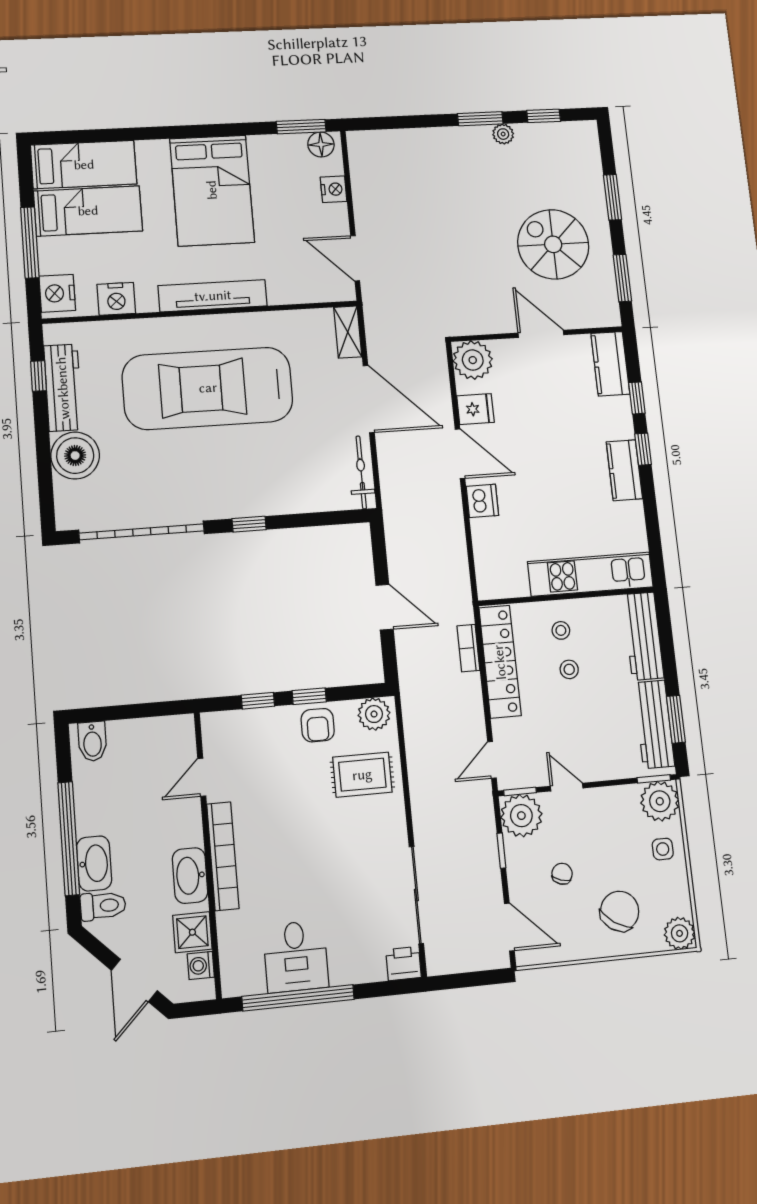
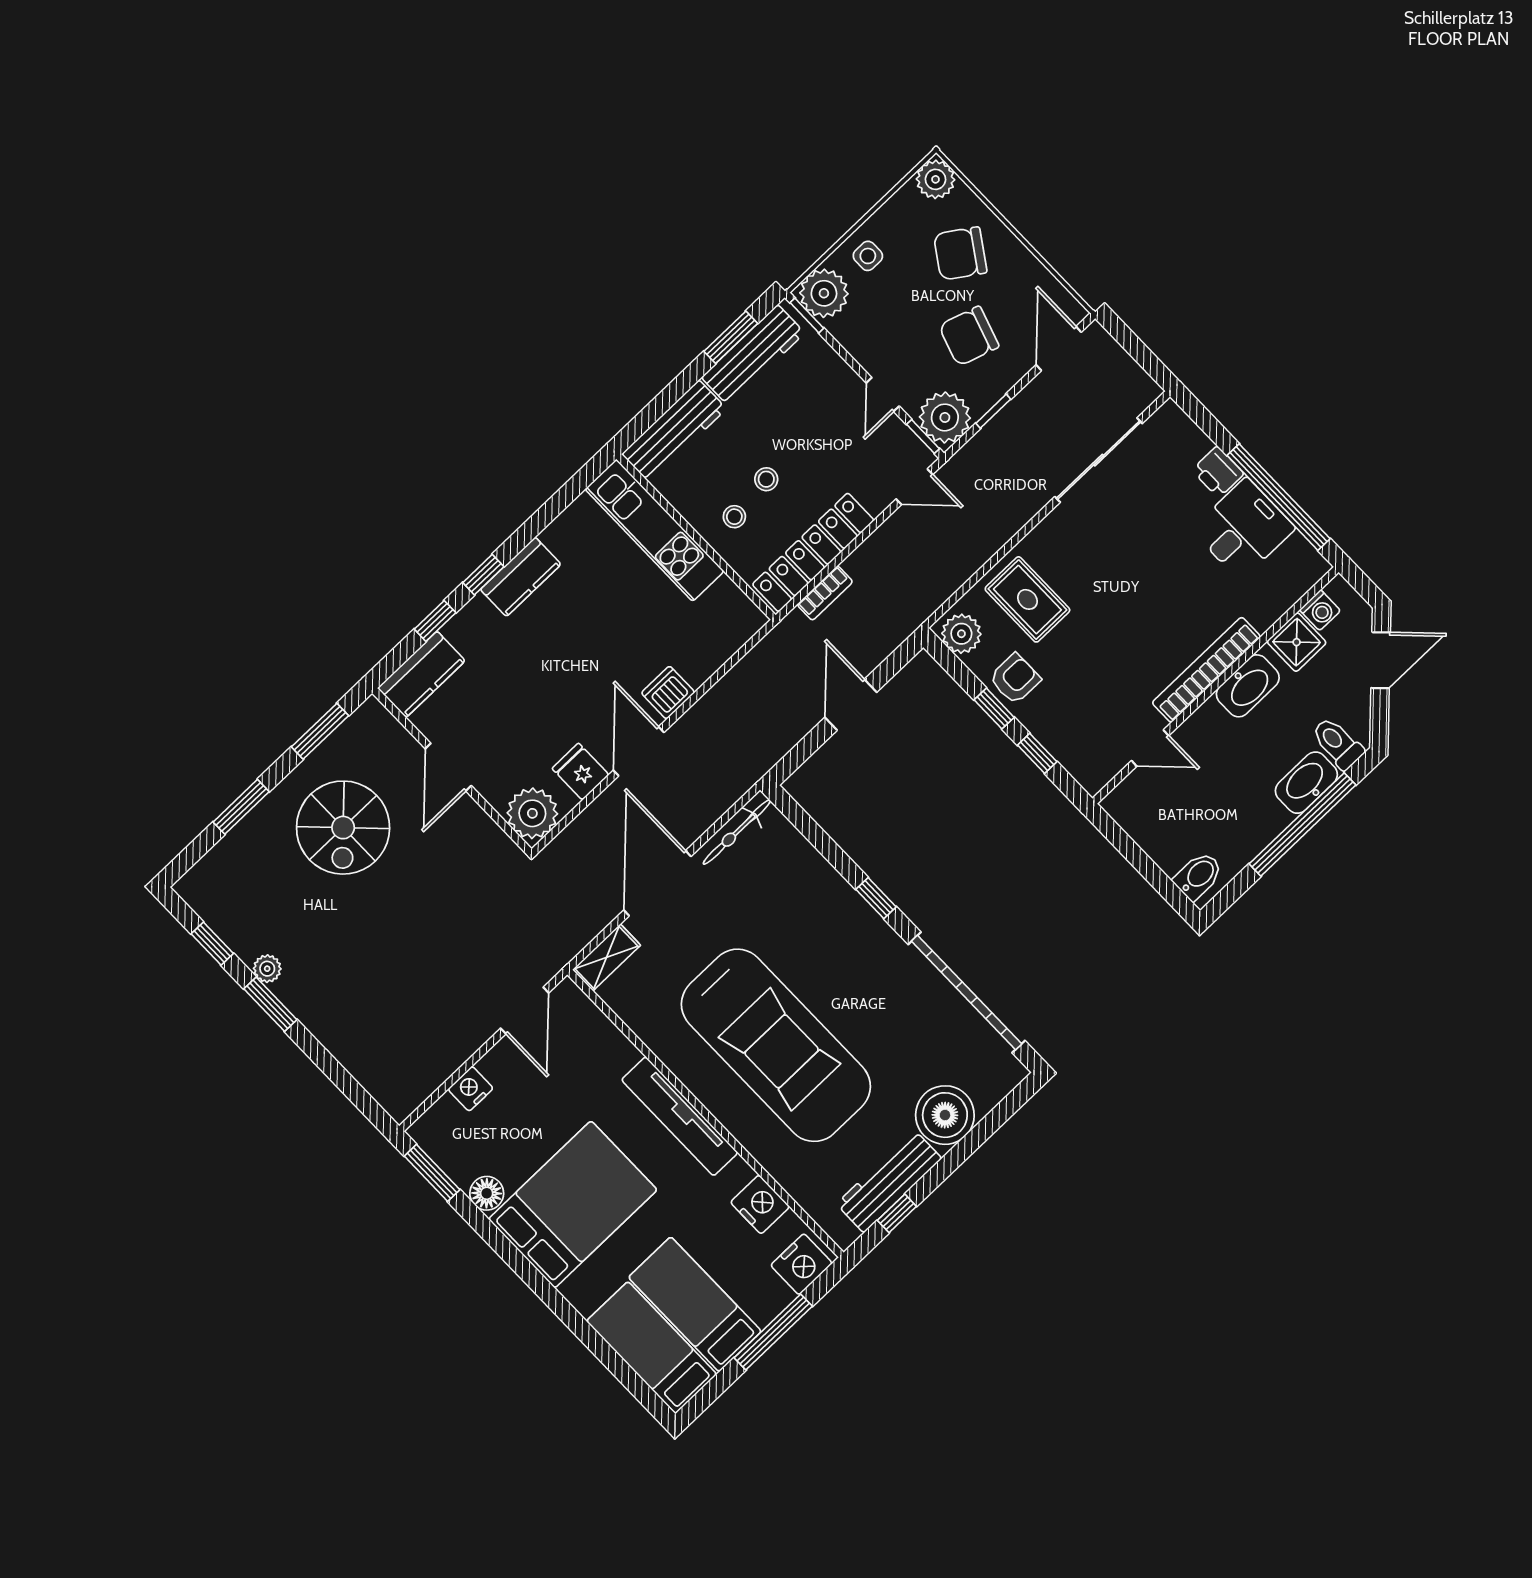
floor lamp: (321, 145) -> (487, 1193), moved
chair: (562, 874) -> (969, 336), width x1.87, depth x1.87
printer: (404, 964) -> (1218, 472), moved

